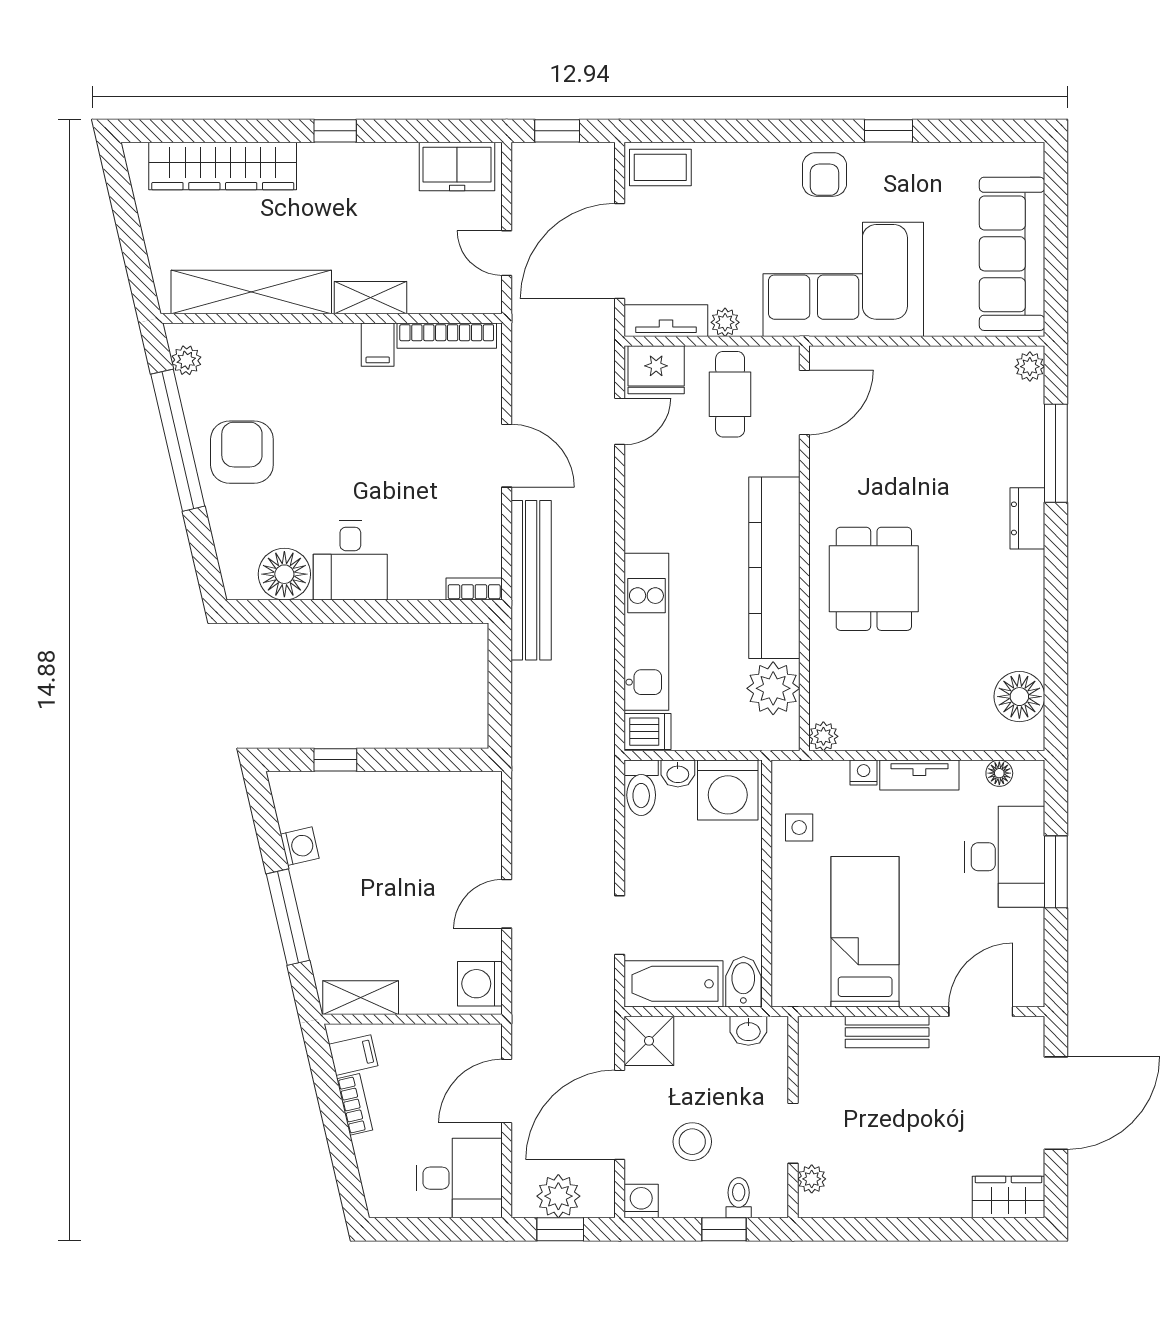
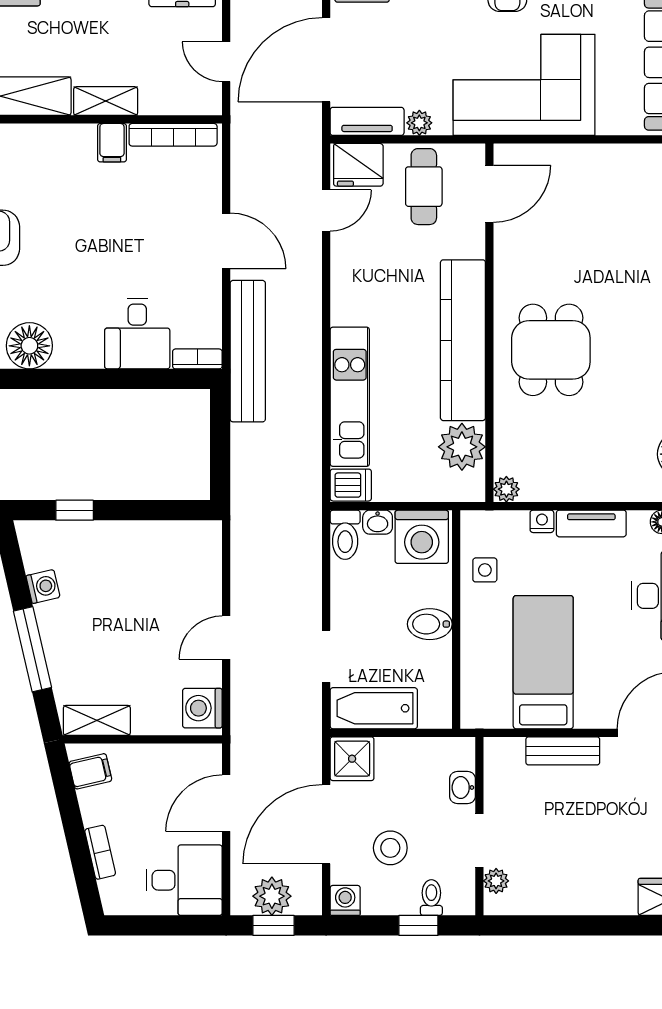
desk: (350, 560) -> (137, 334), moved
bidet: (743, 982) -> (430, 624), moved, turned -90
washbasin: (748, 1031) -> (462, 787), moved, turned 90
bookcase: (355, 1104) -> (100, 852), moved

